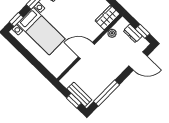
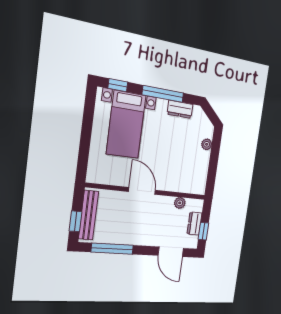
wardrobe: (107, 17) -> (192, 185), removed
bench: (79, 94) -> (88, 215), width x1.36

